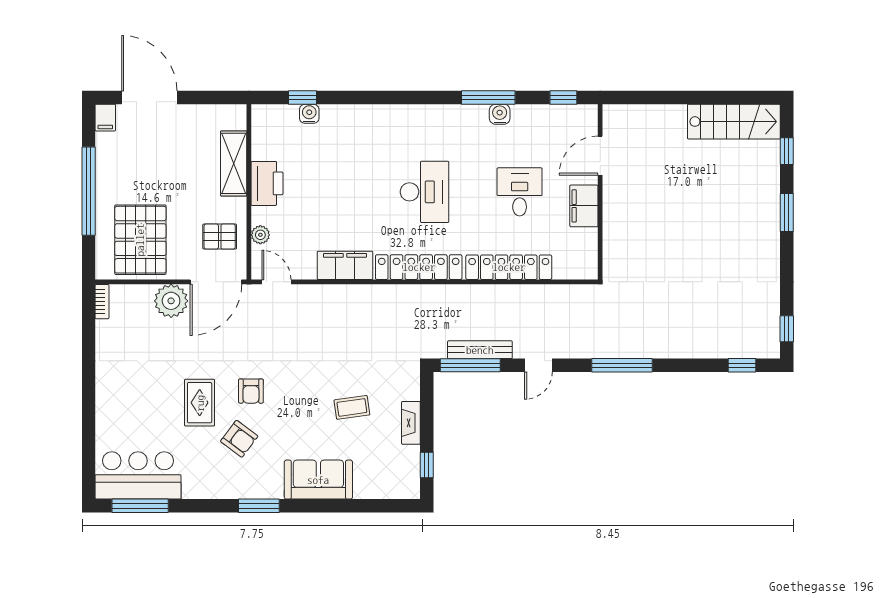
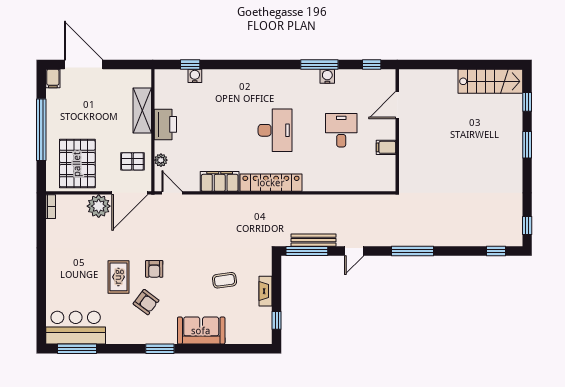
filing cabinet: (584, 206) -> (386, 147), width x0.50
locker: (509, 267) -> (334, 183), removed

